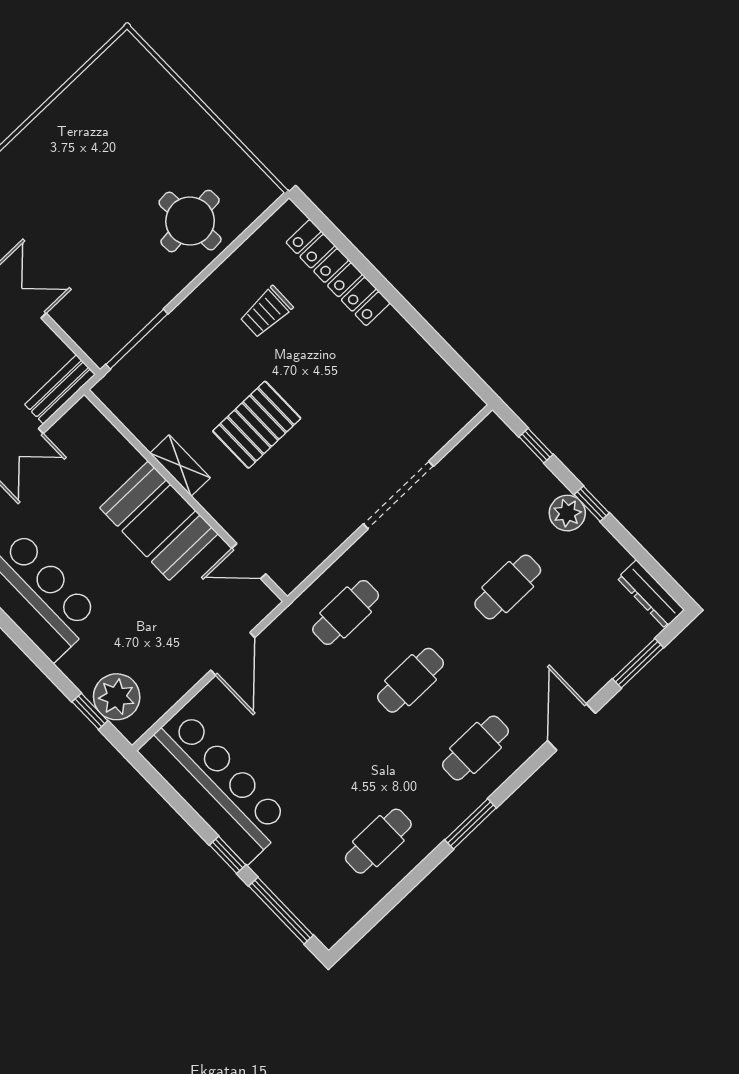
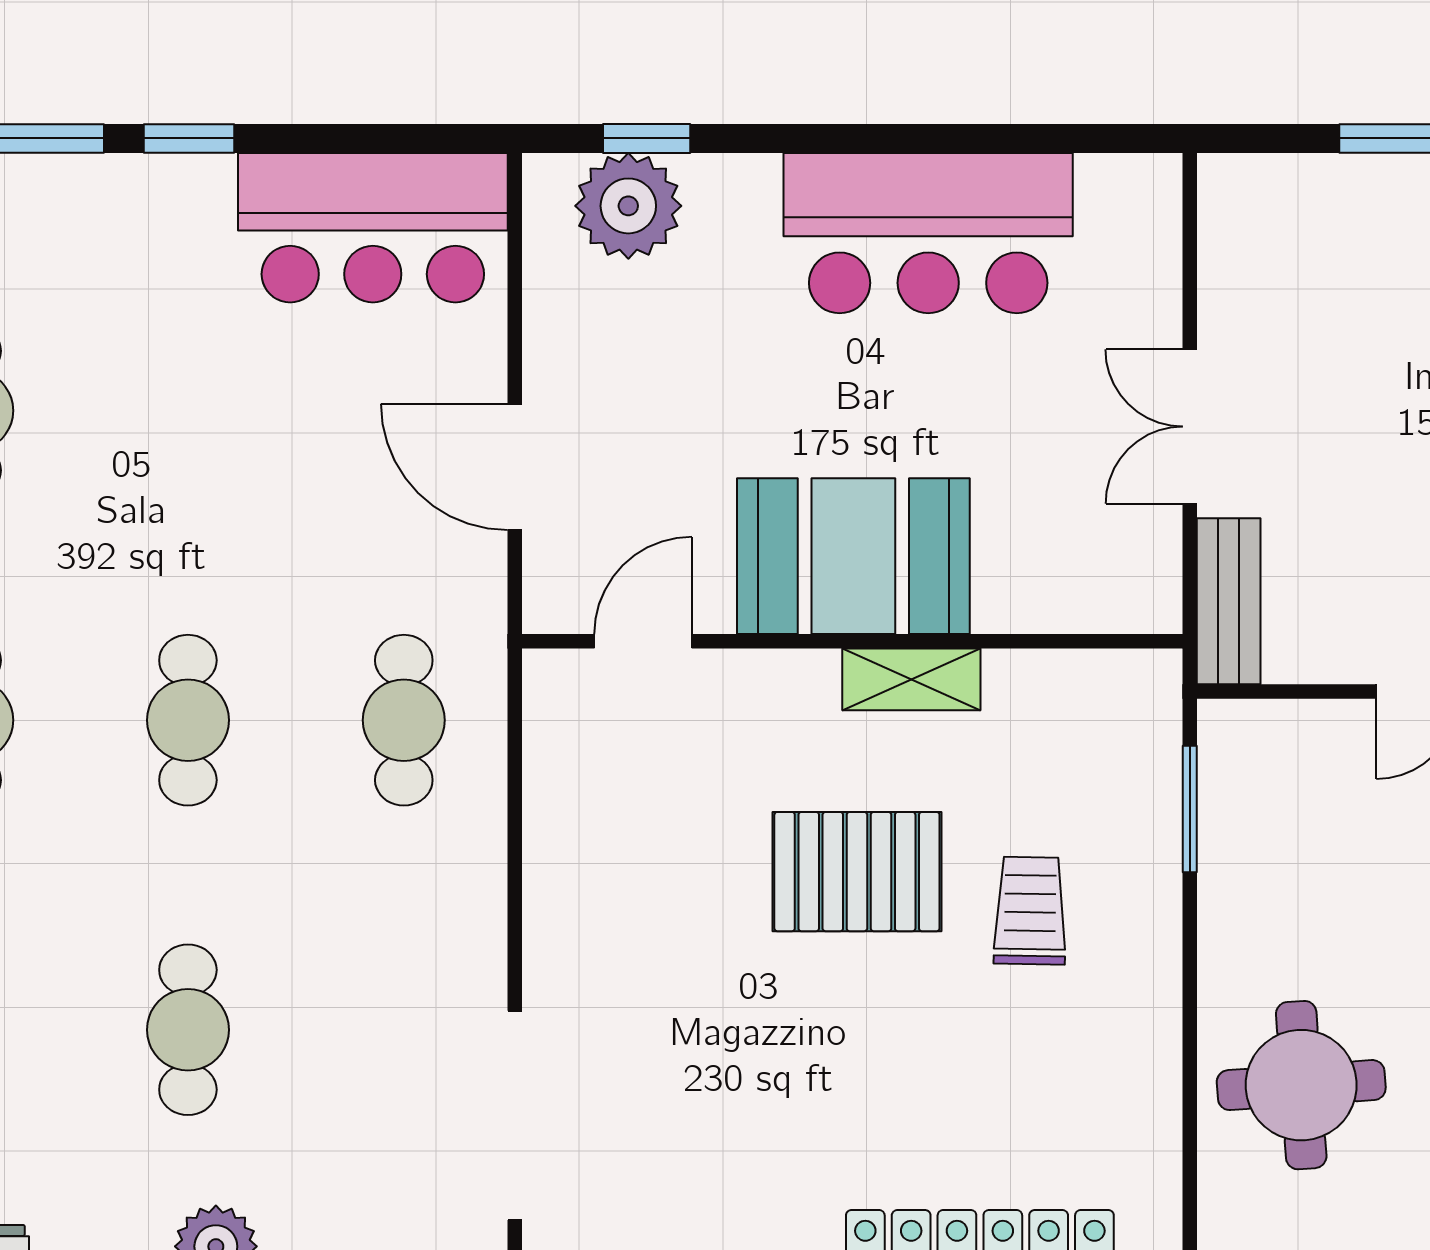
trolley: (266, 312) -> (1030, 911), moved
window: (137, 339) -> (1190, 809), width x0.69
pallet: (257, 425) -> (857, 872), turned 90
doorway: (398, 495) -> (515, 1115), moved
bar counter: (215, 786) -> (373, 228), width x0.73

